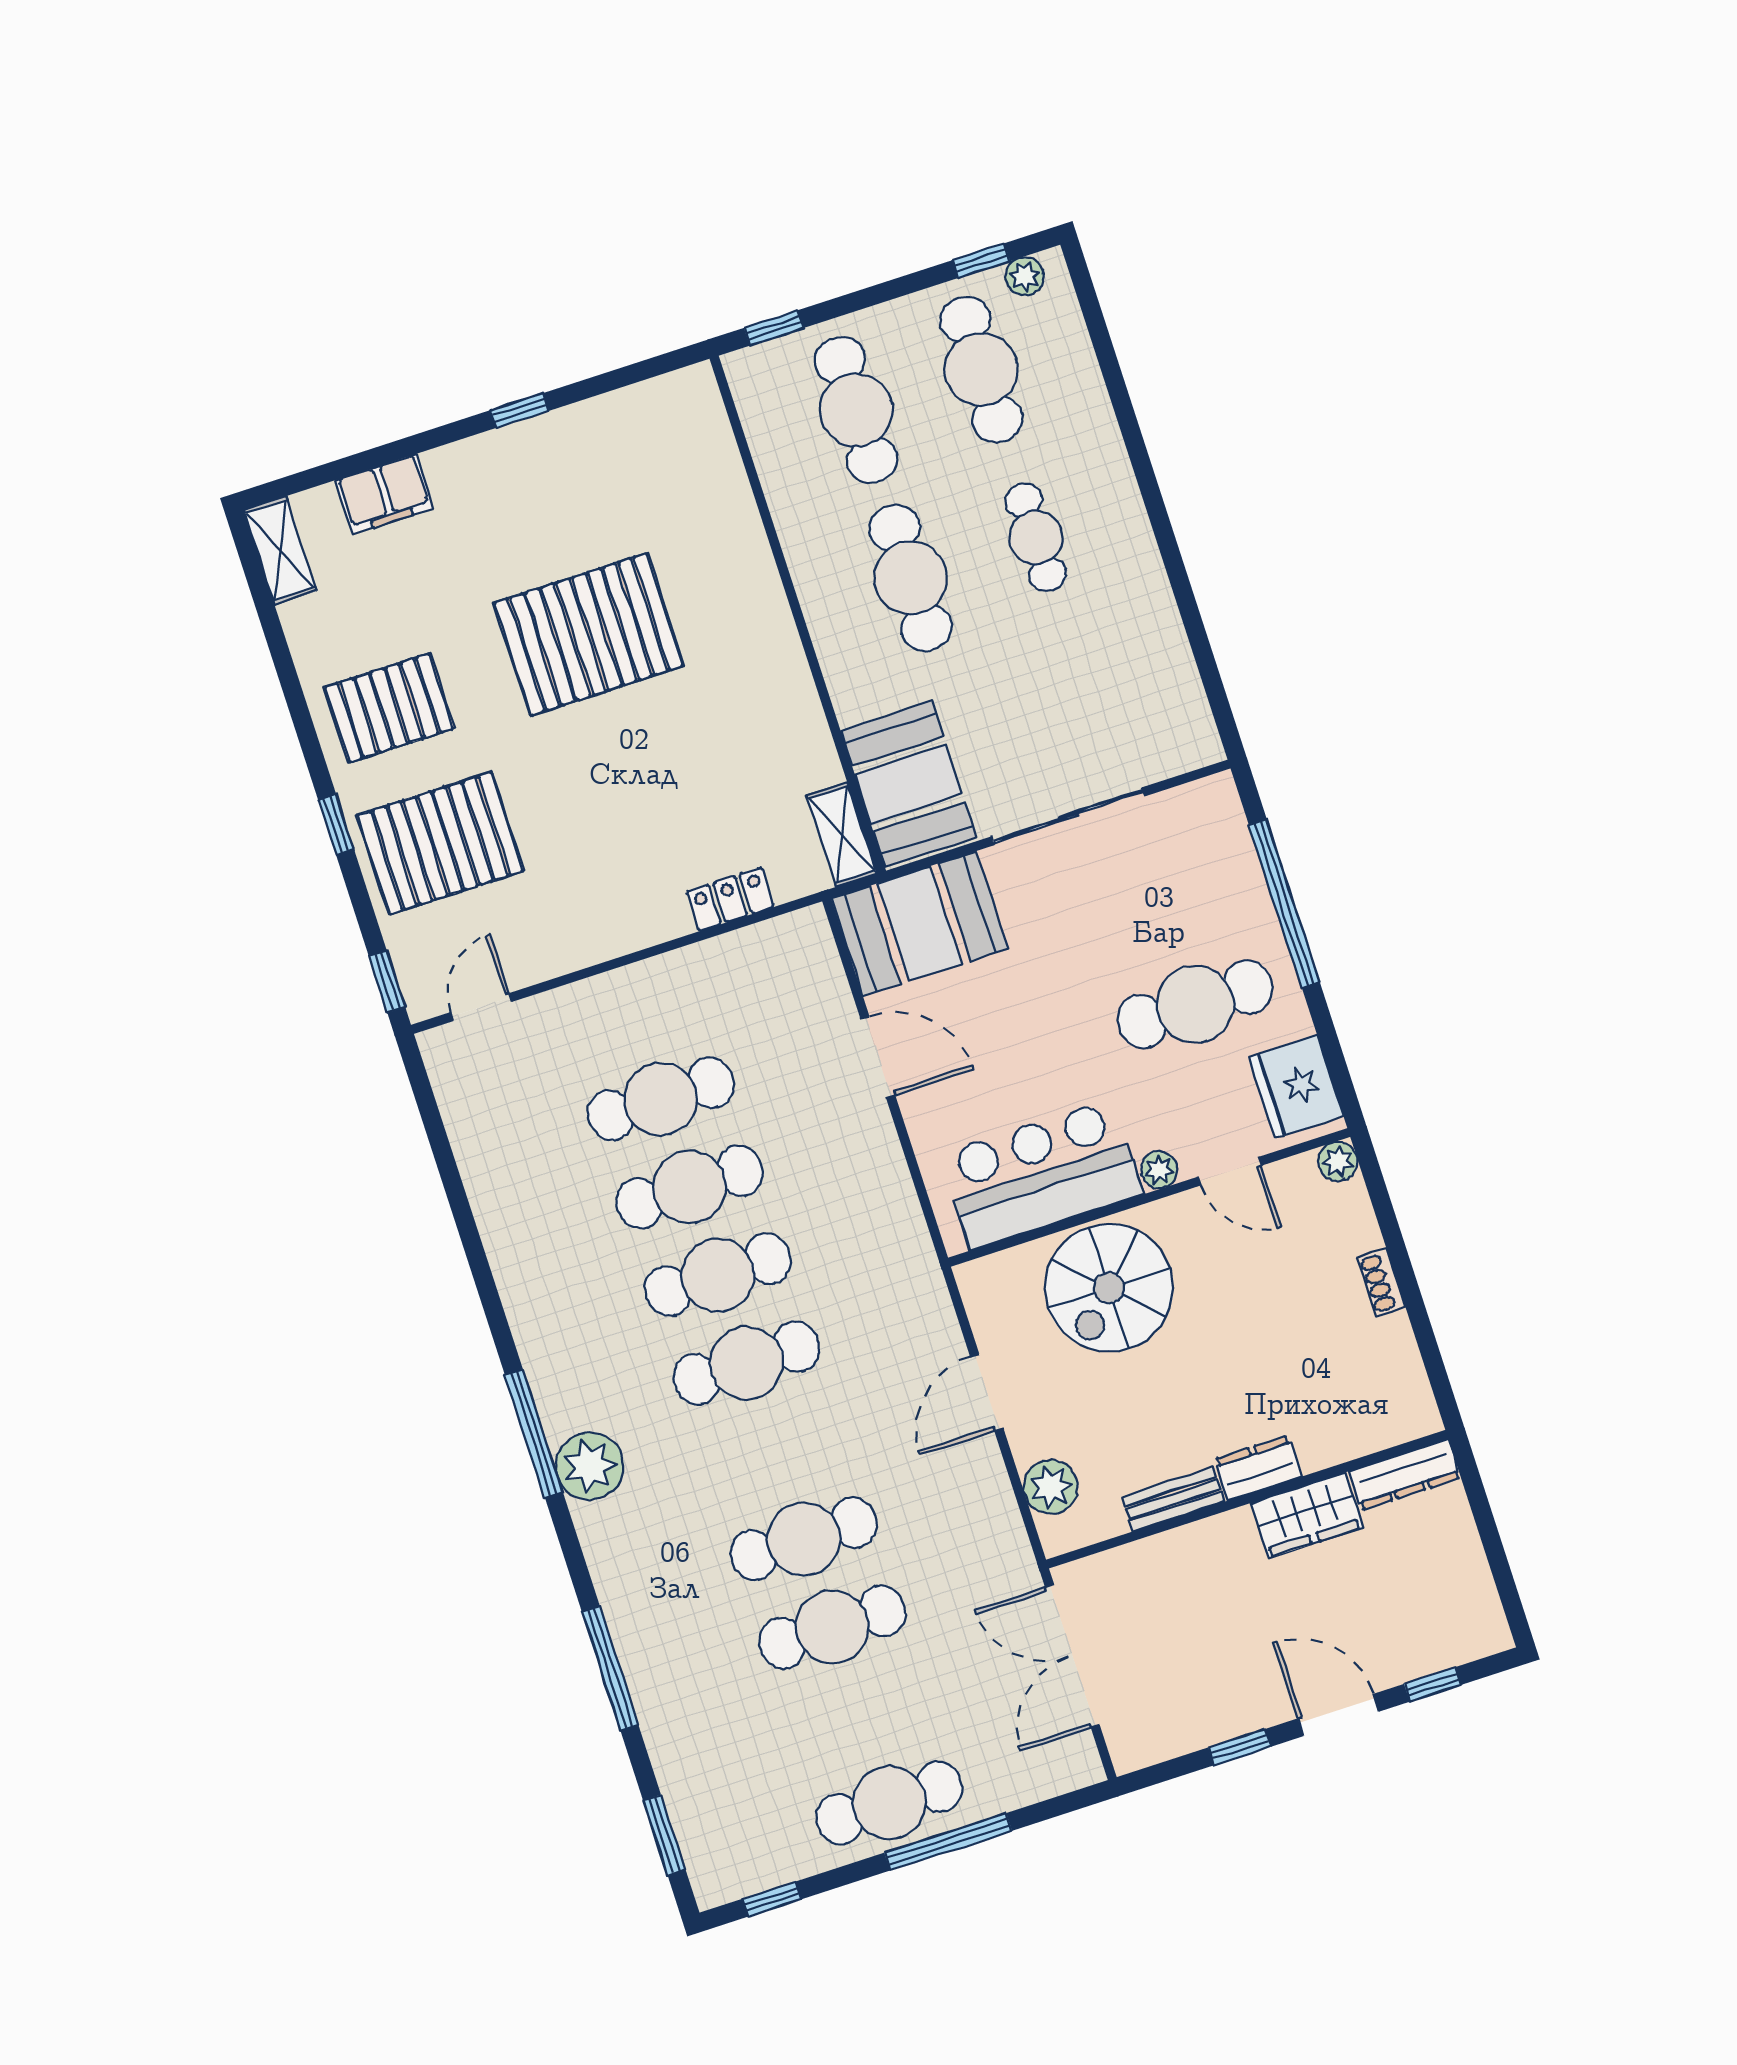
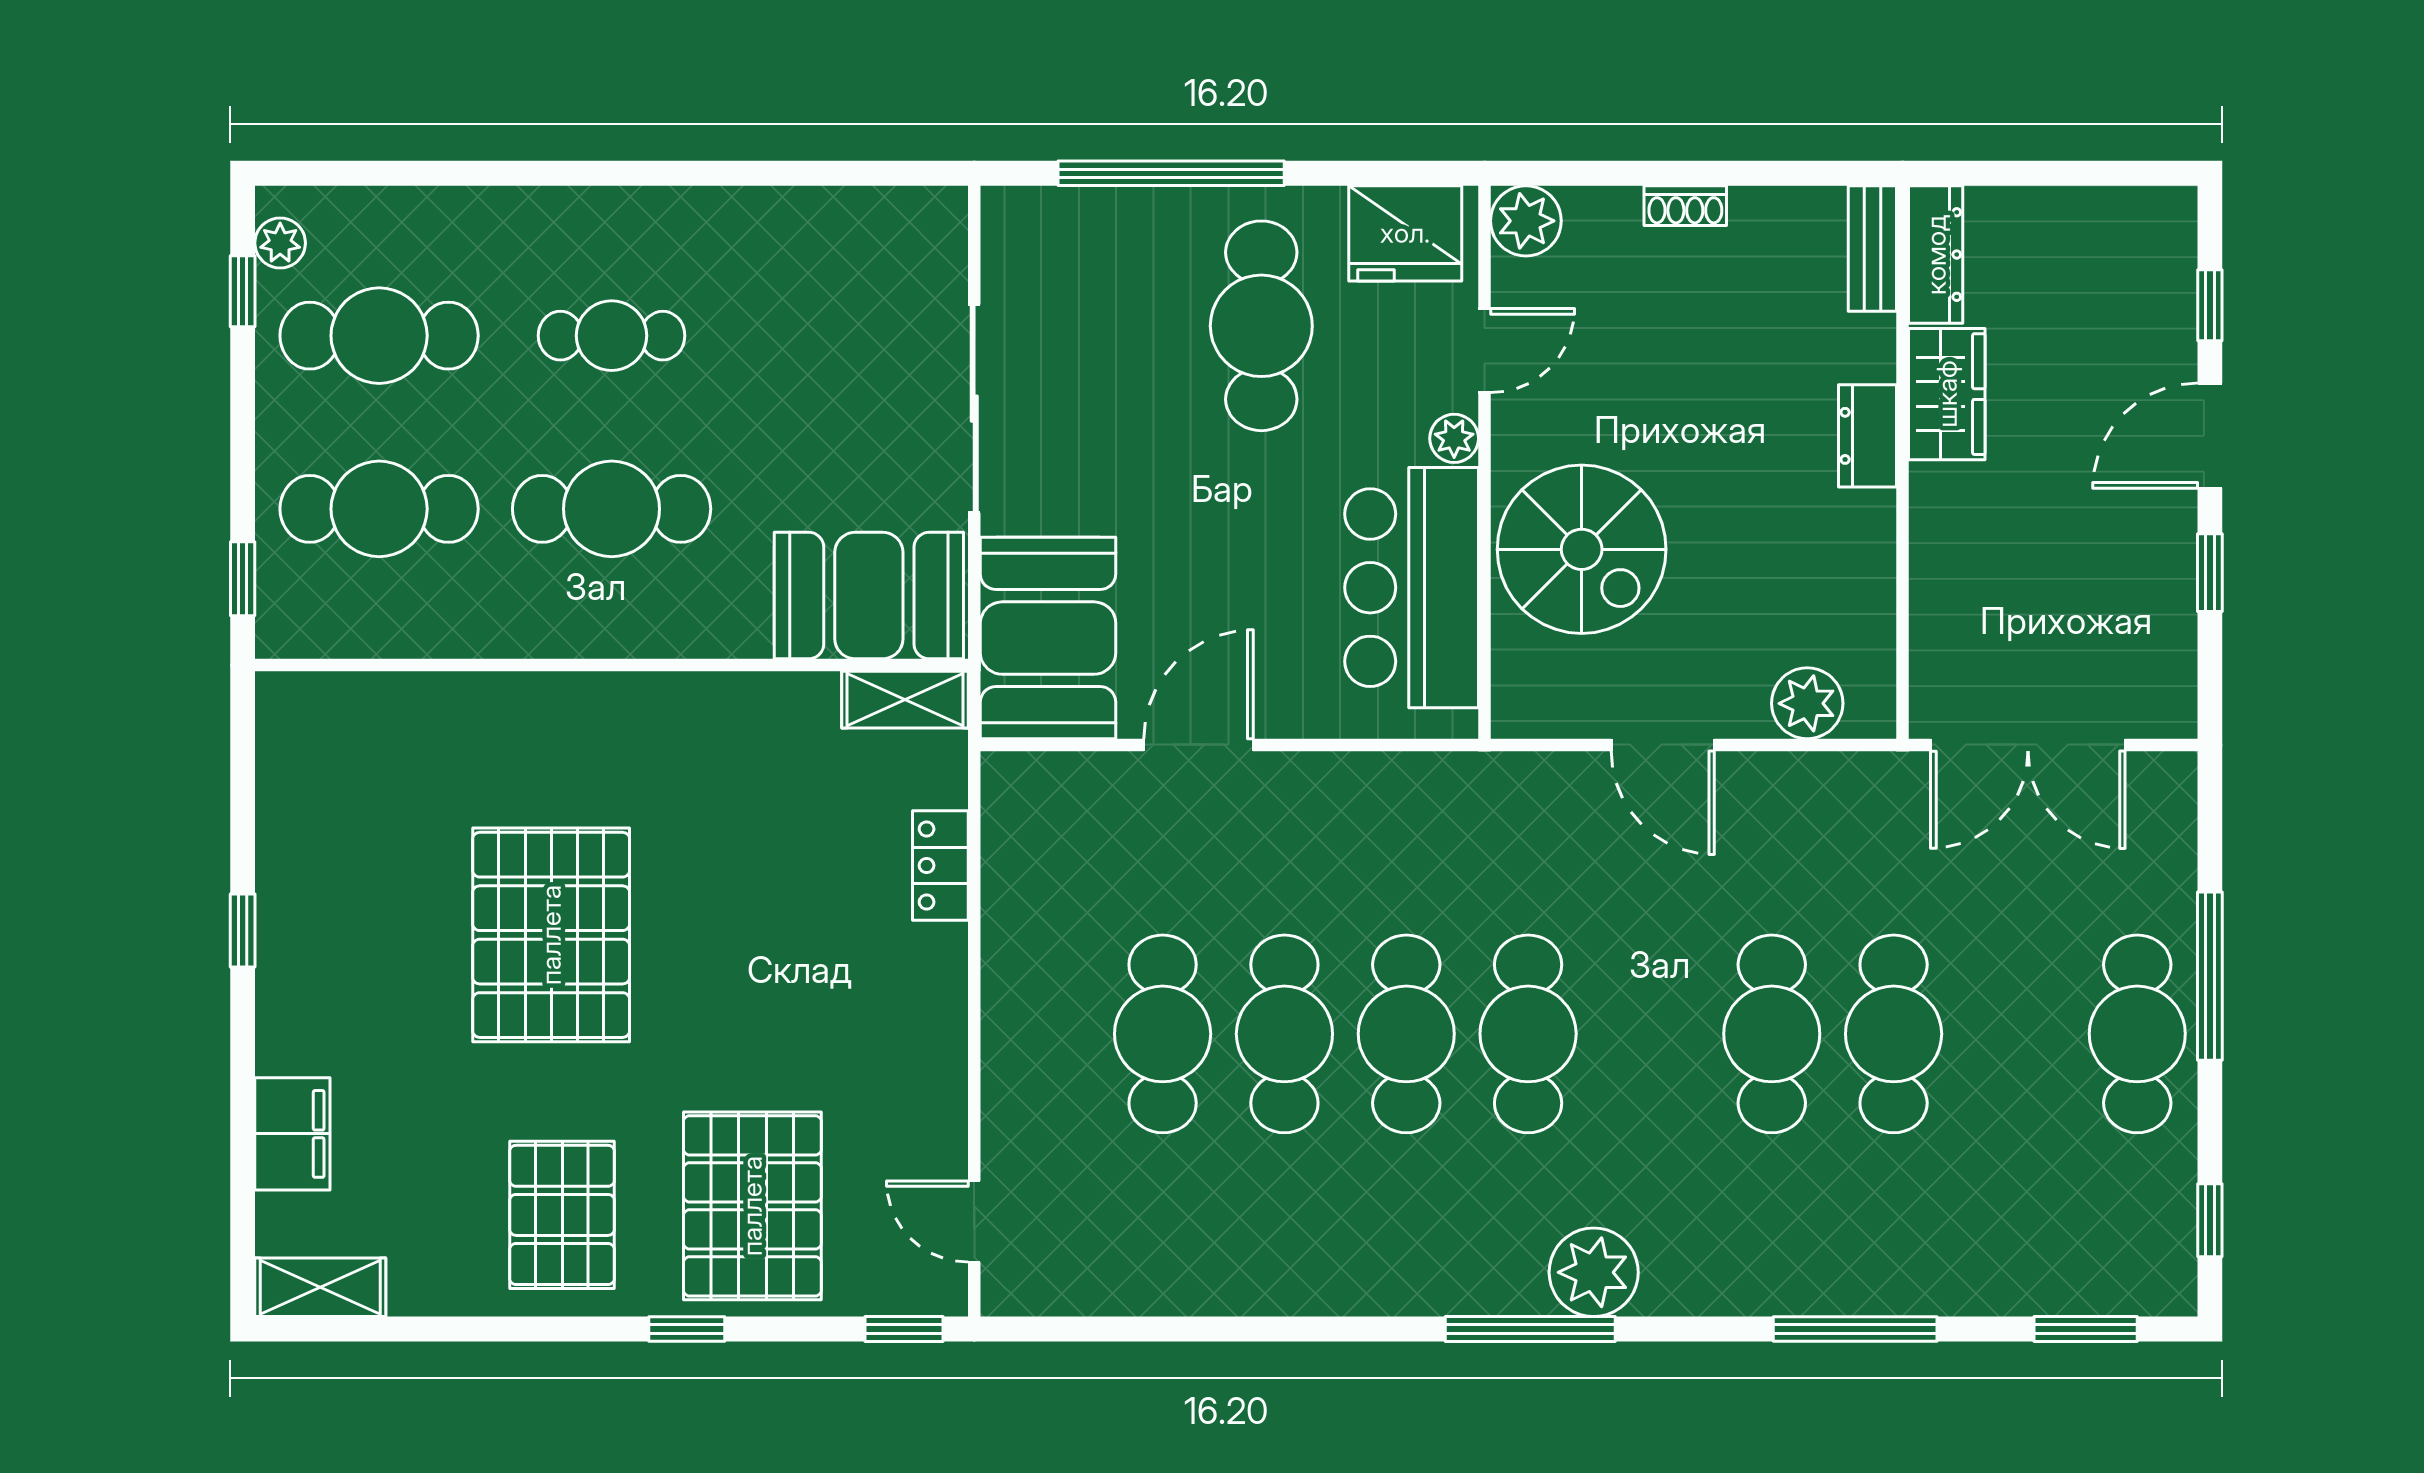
plant: (1338, 1161) -> (1526, 221), width x1.38, depth x1.38
bench: (1173, 1499) -> (1872, 249), moved

